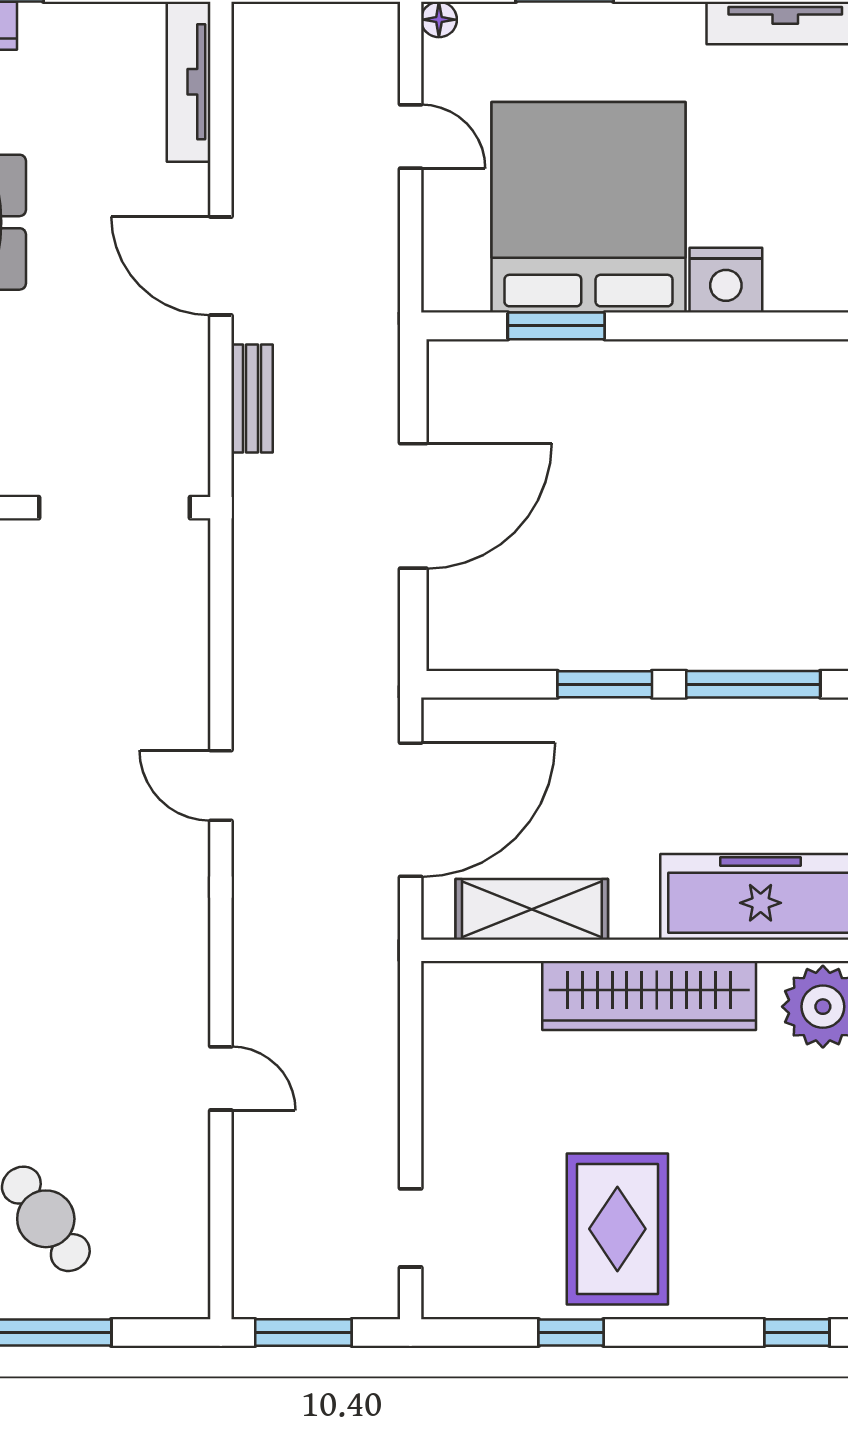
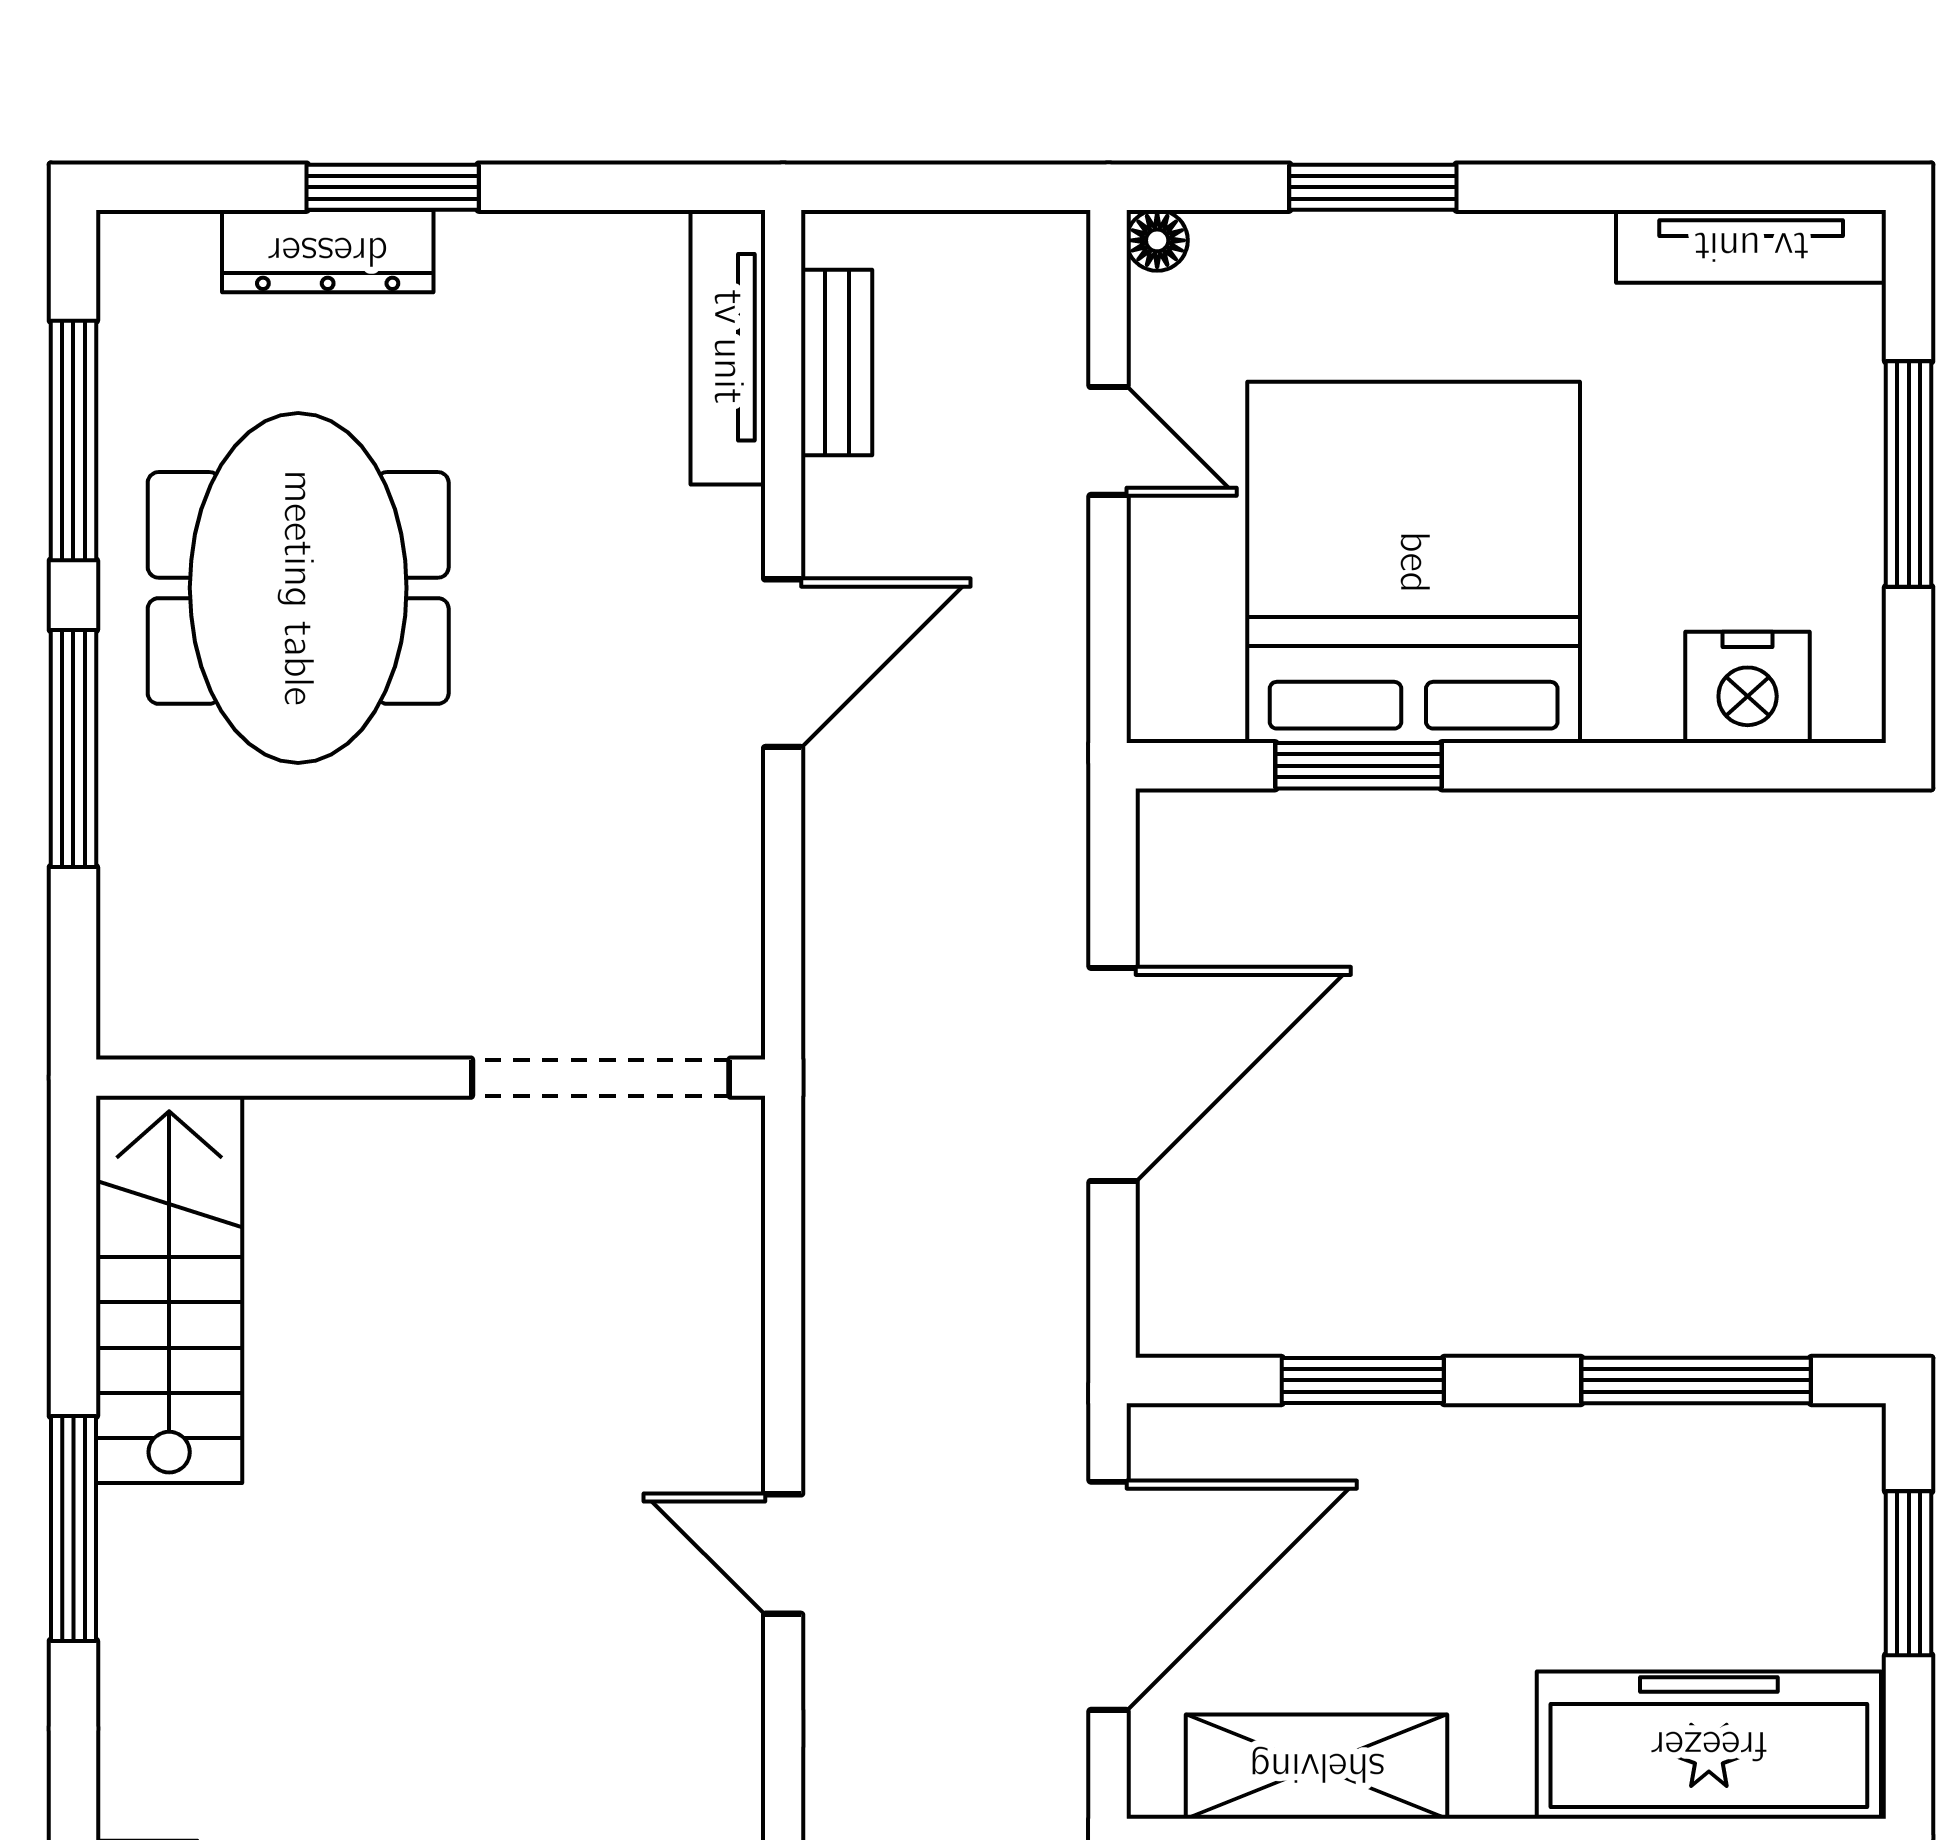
door: (221, 266) -> (783, 663), swing flipped
nightstand: (726, 280) -> (1748, 687), moved
bench: (252, 398) -> (837, 363), moved
window: (605, 684) -> (1363, 1380), moved

